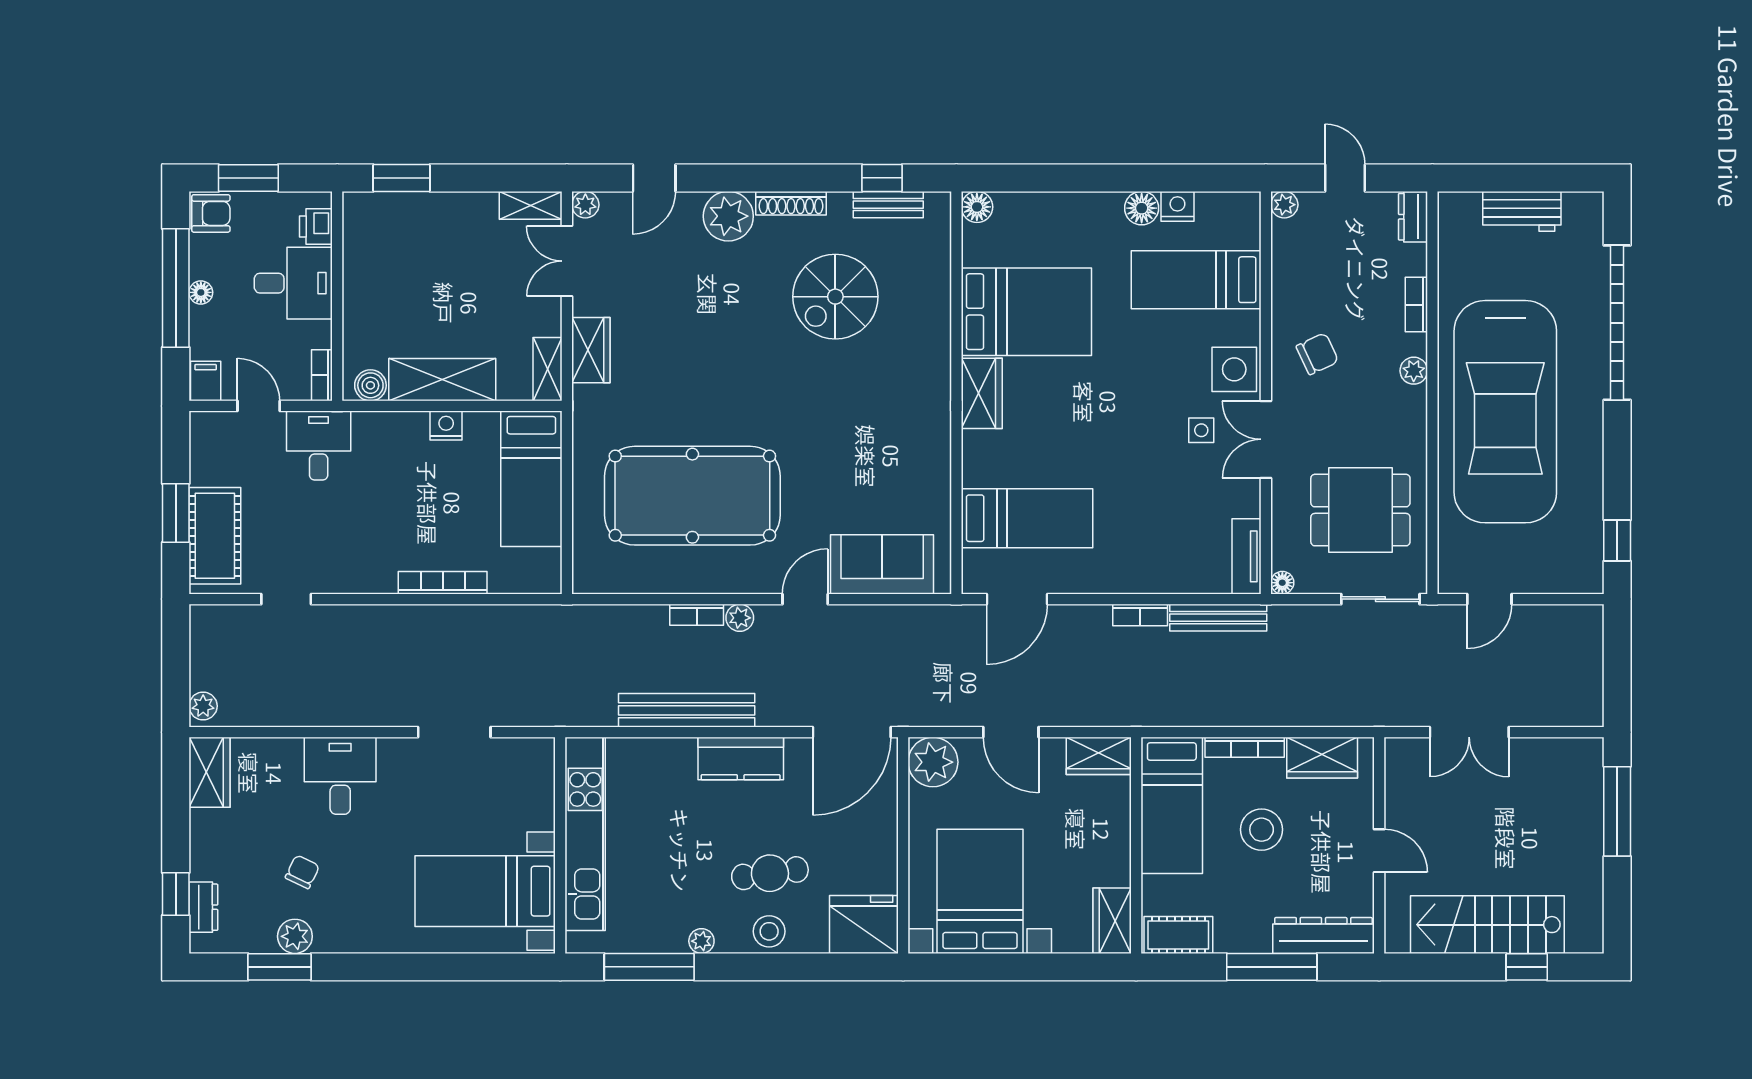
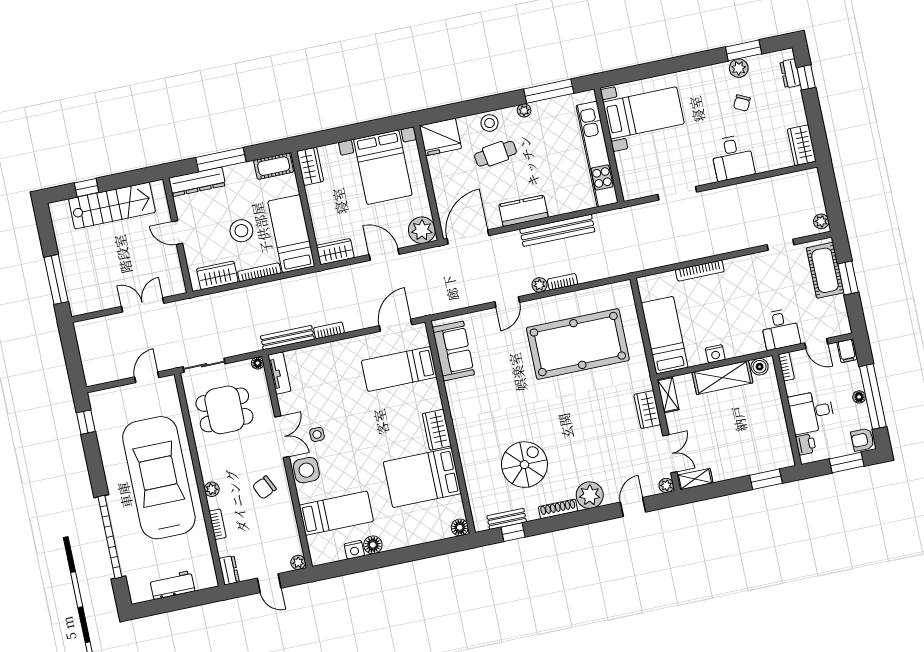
sofa: (882, 564) -> (453, 351), moved, turned -90
plant: (203, 706) -> (821, 221), moved

